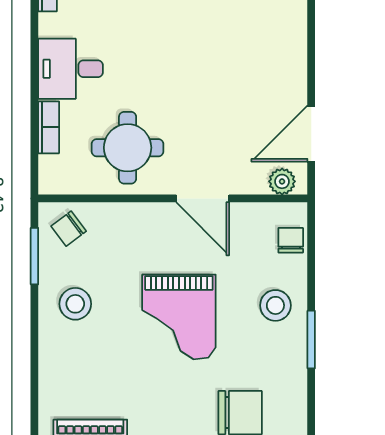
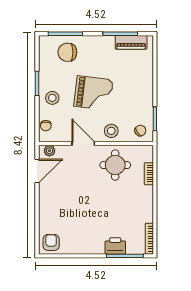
desk: (71, 69) -> (139, 199), removed
stool: (75, 304) -> (111, 131), moved
grand piano: (179, 317) -> (93, 93), turned 97

